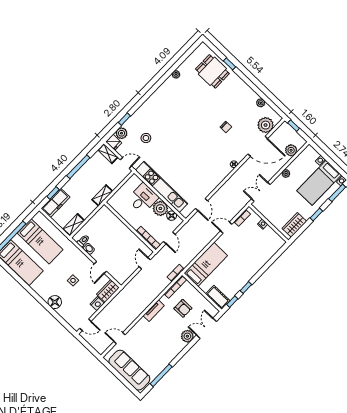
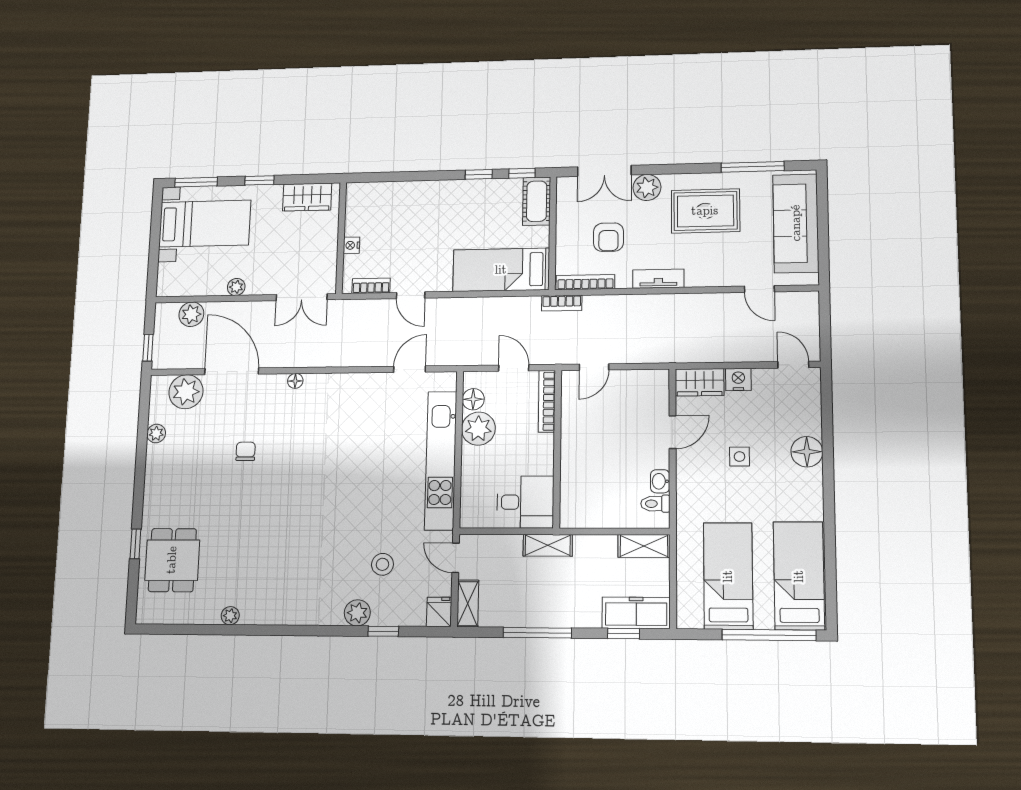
plant: (121, 133) -> (357, 613), moved
desk: (143, 198) -> (525, 502), moved, turned 180
door: (169, 238) -> (514, 368), hinge flipped
armchair: (183, 308) -> (608, 237), turned 180
rug: (161, 347) -> (705, 211), added

